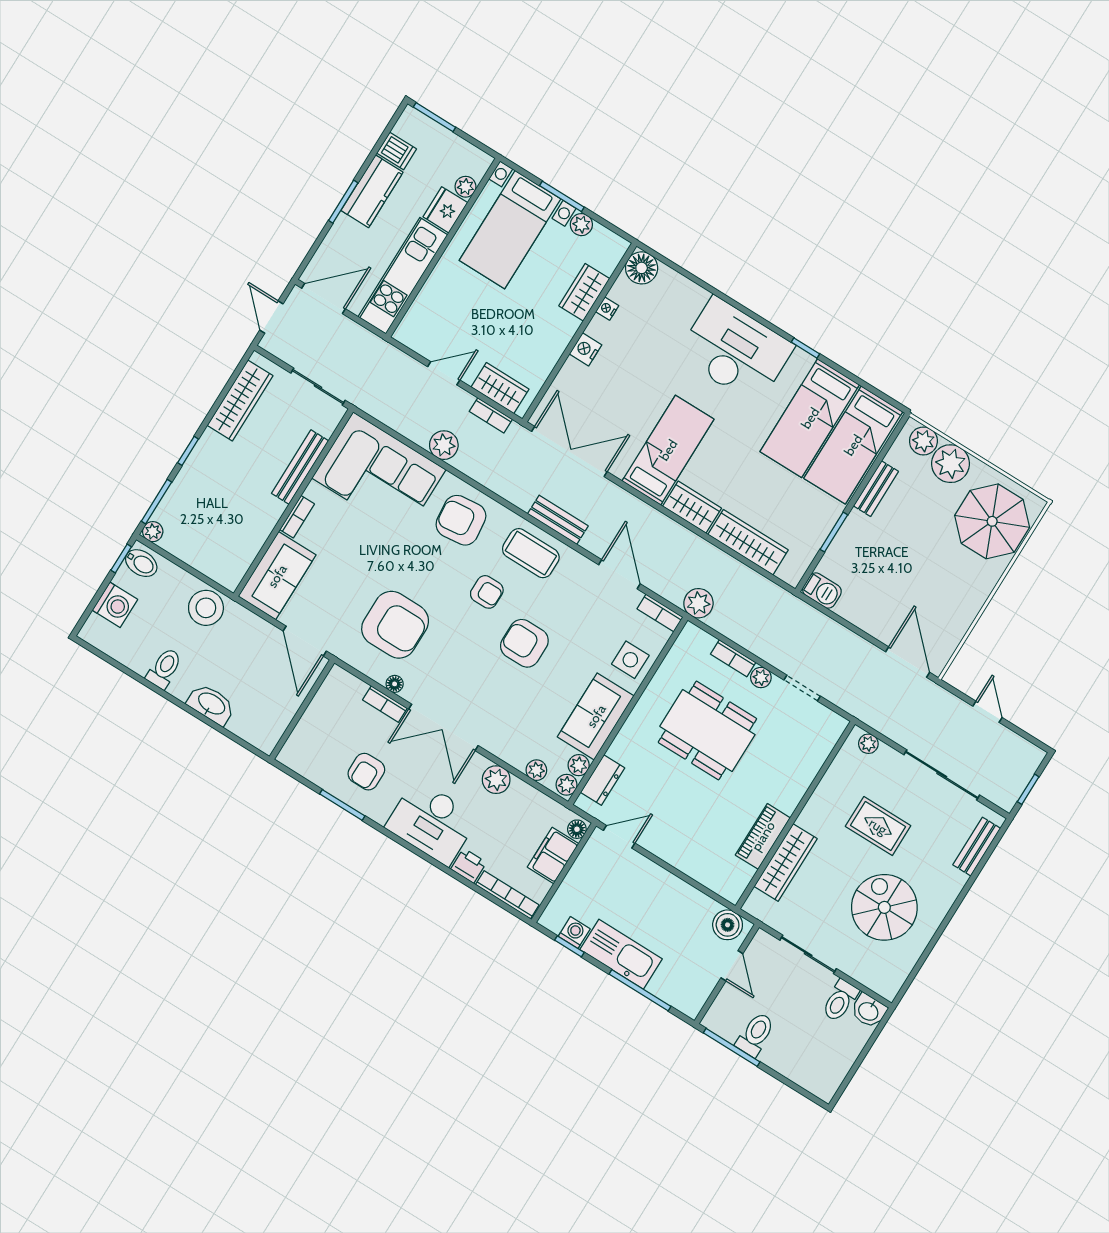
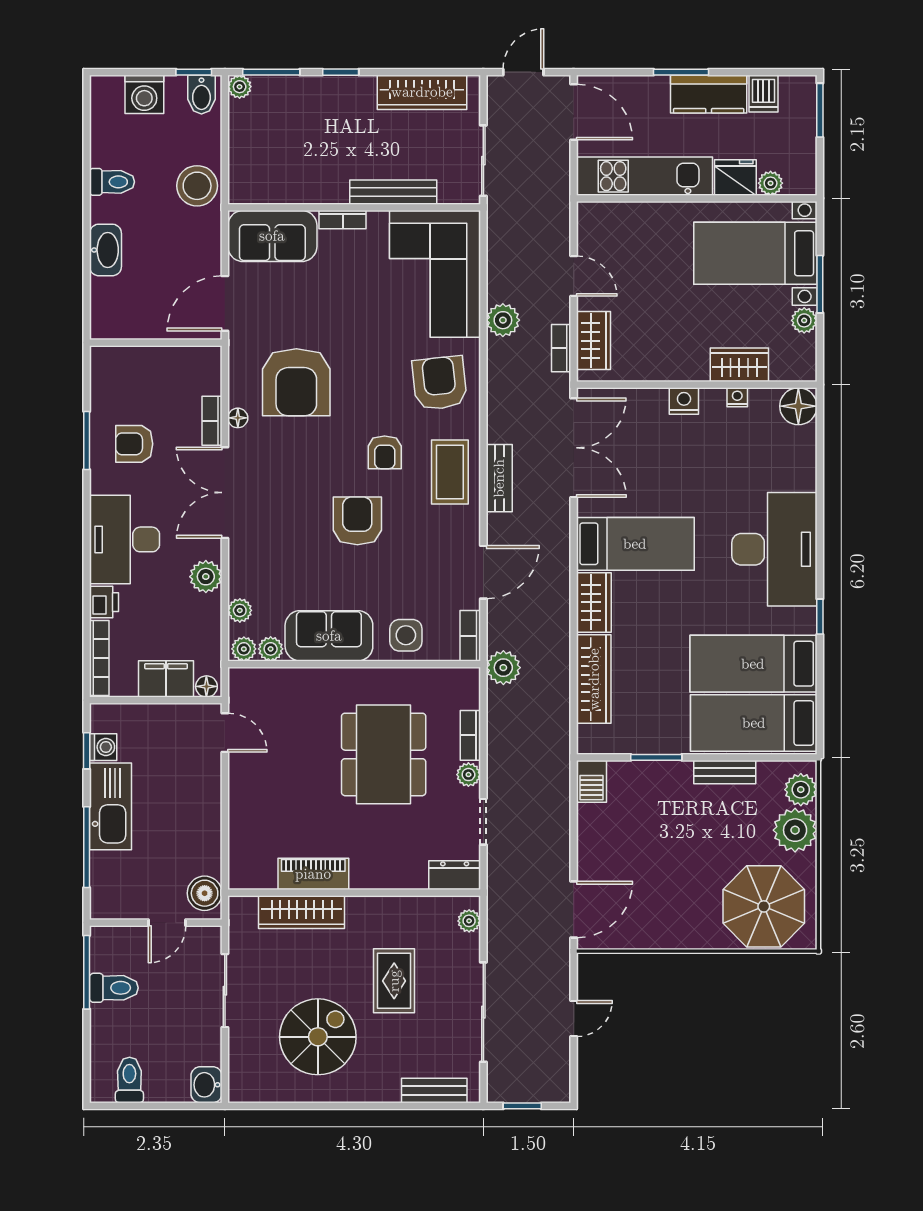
dresser: (603, 780) -> (455, 875), moved, turned 180
toilet: (840, 1001) -> (129, 1080), moved, turned 90

